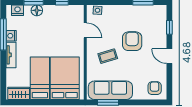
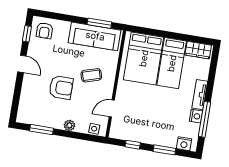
floor lamp: (37, 10) -> (162, 140), removed
plant: (119, 10) -> (69, 125), added
window: (169, 27) -> (27, 34), moved
door: (85, 30) -> (112, 108), hinge flipped
armchair: (132, 41) -> (61, 88), turned -90

